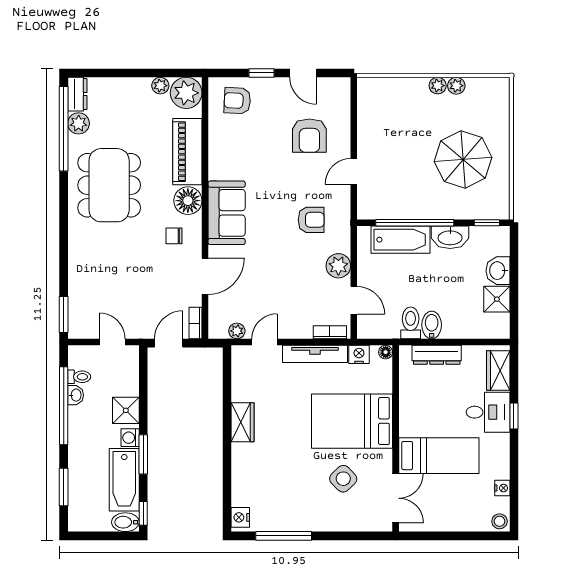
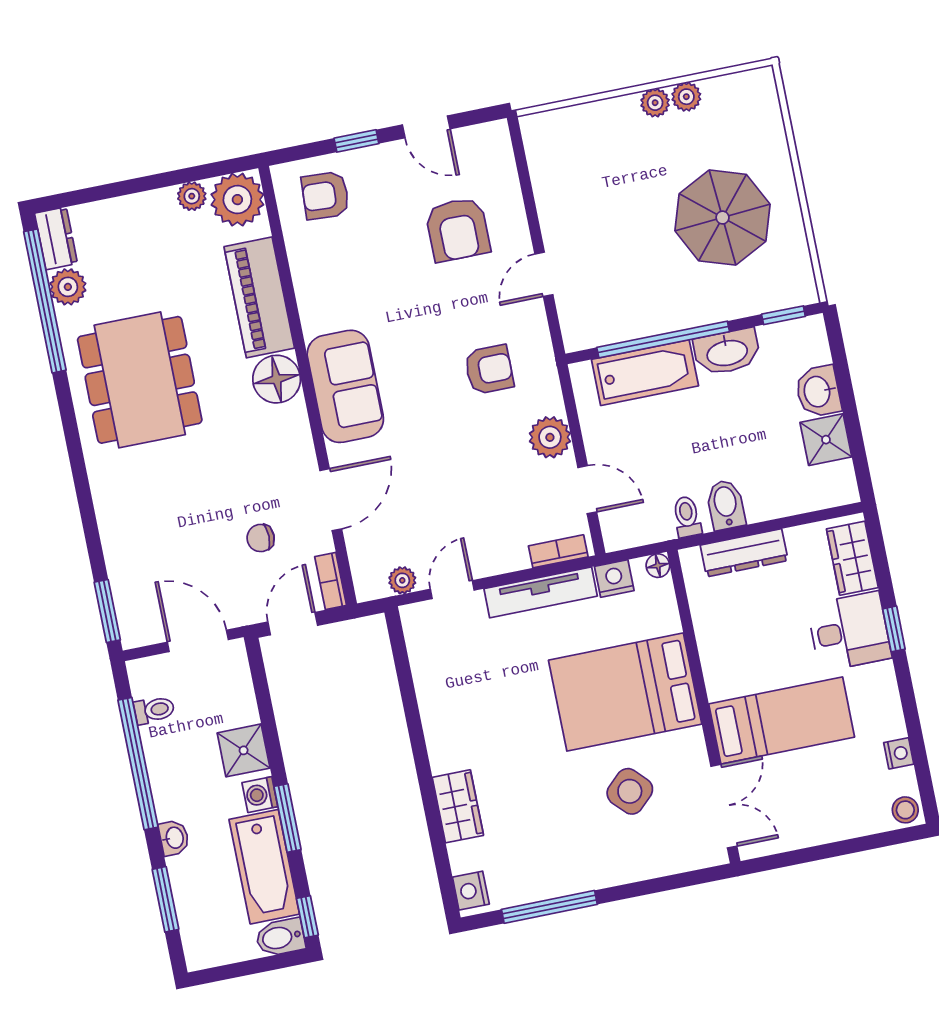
chair: (174, 236) -> (261, 538), moved
toilet: (411, 323) -> (687, 517), width x0.73, depth x0.72
door: (112, 342) -> (198, 641), width x1.38
washbasin: (76, 395) -> (174, 838), moved
wardrobe: (243, 422) -> (458, 806), moved

